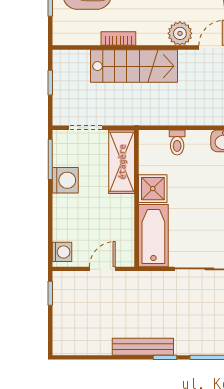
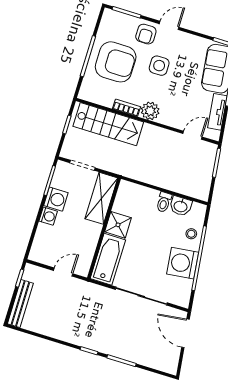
plant: (180, 33) -> (150, 111), moved
stairs: (134, 66) -> (108, 124), moved
toilet: (177, 142) -> (164, 202), moved
washing machine: (62, 252) -> (48, 216), moved
bench: (143, 347) -> (20, 303), moved, turned 90

